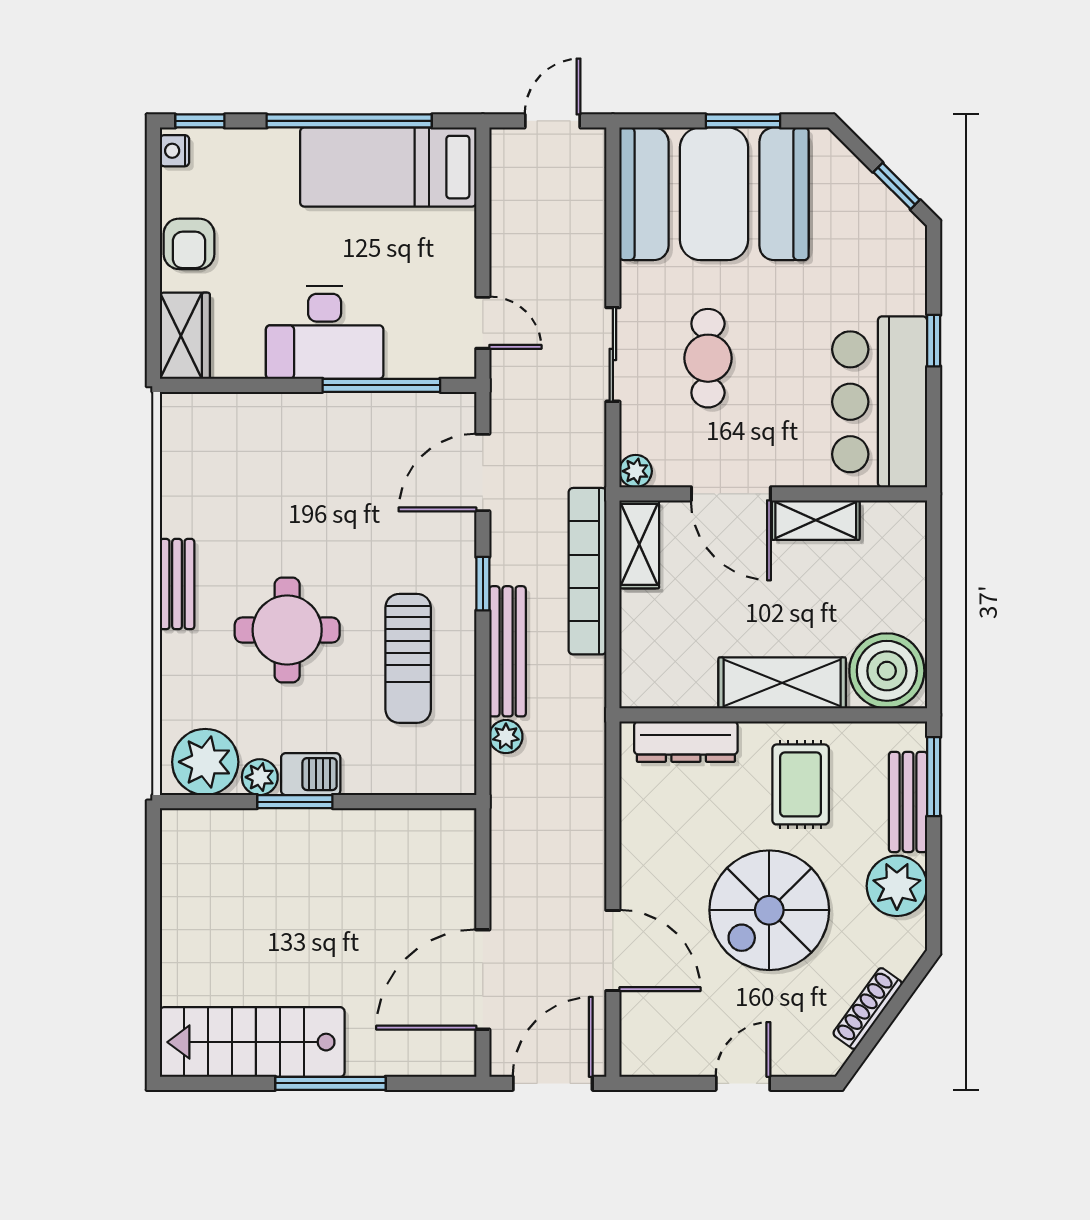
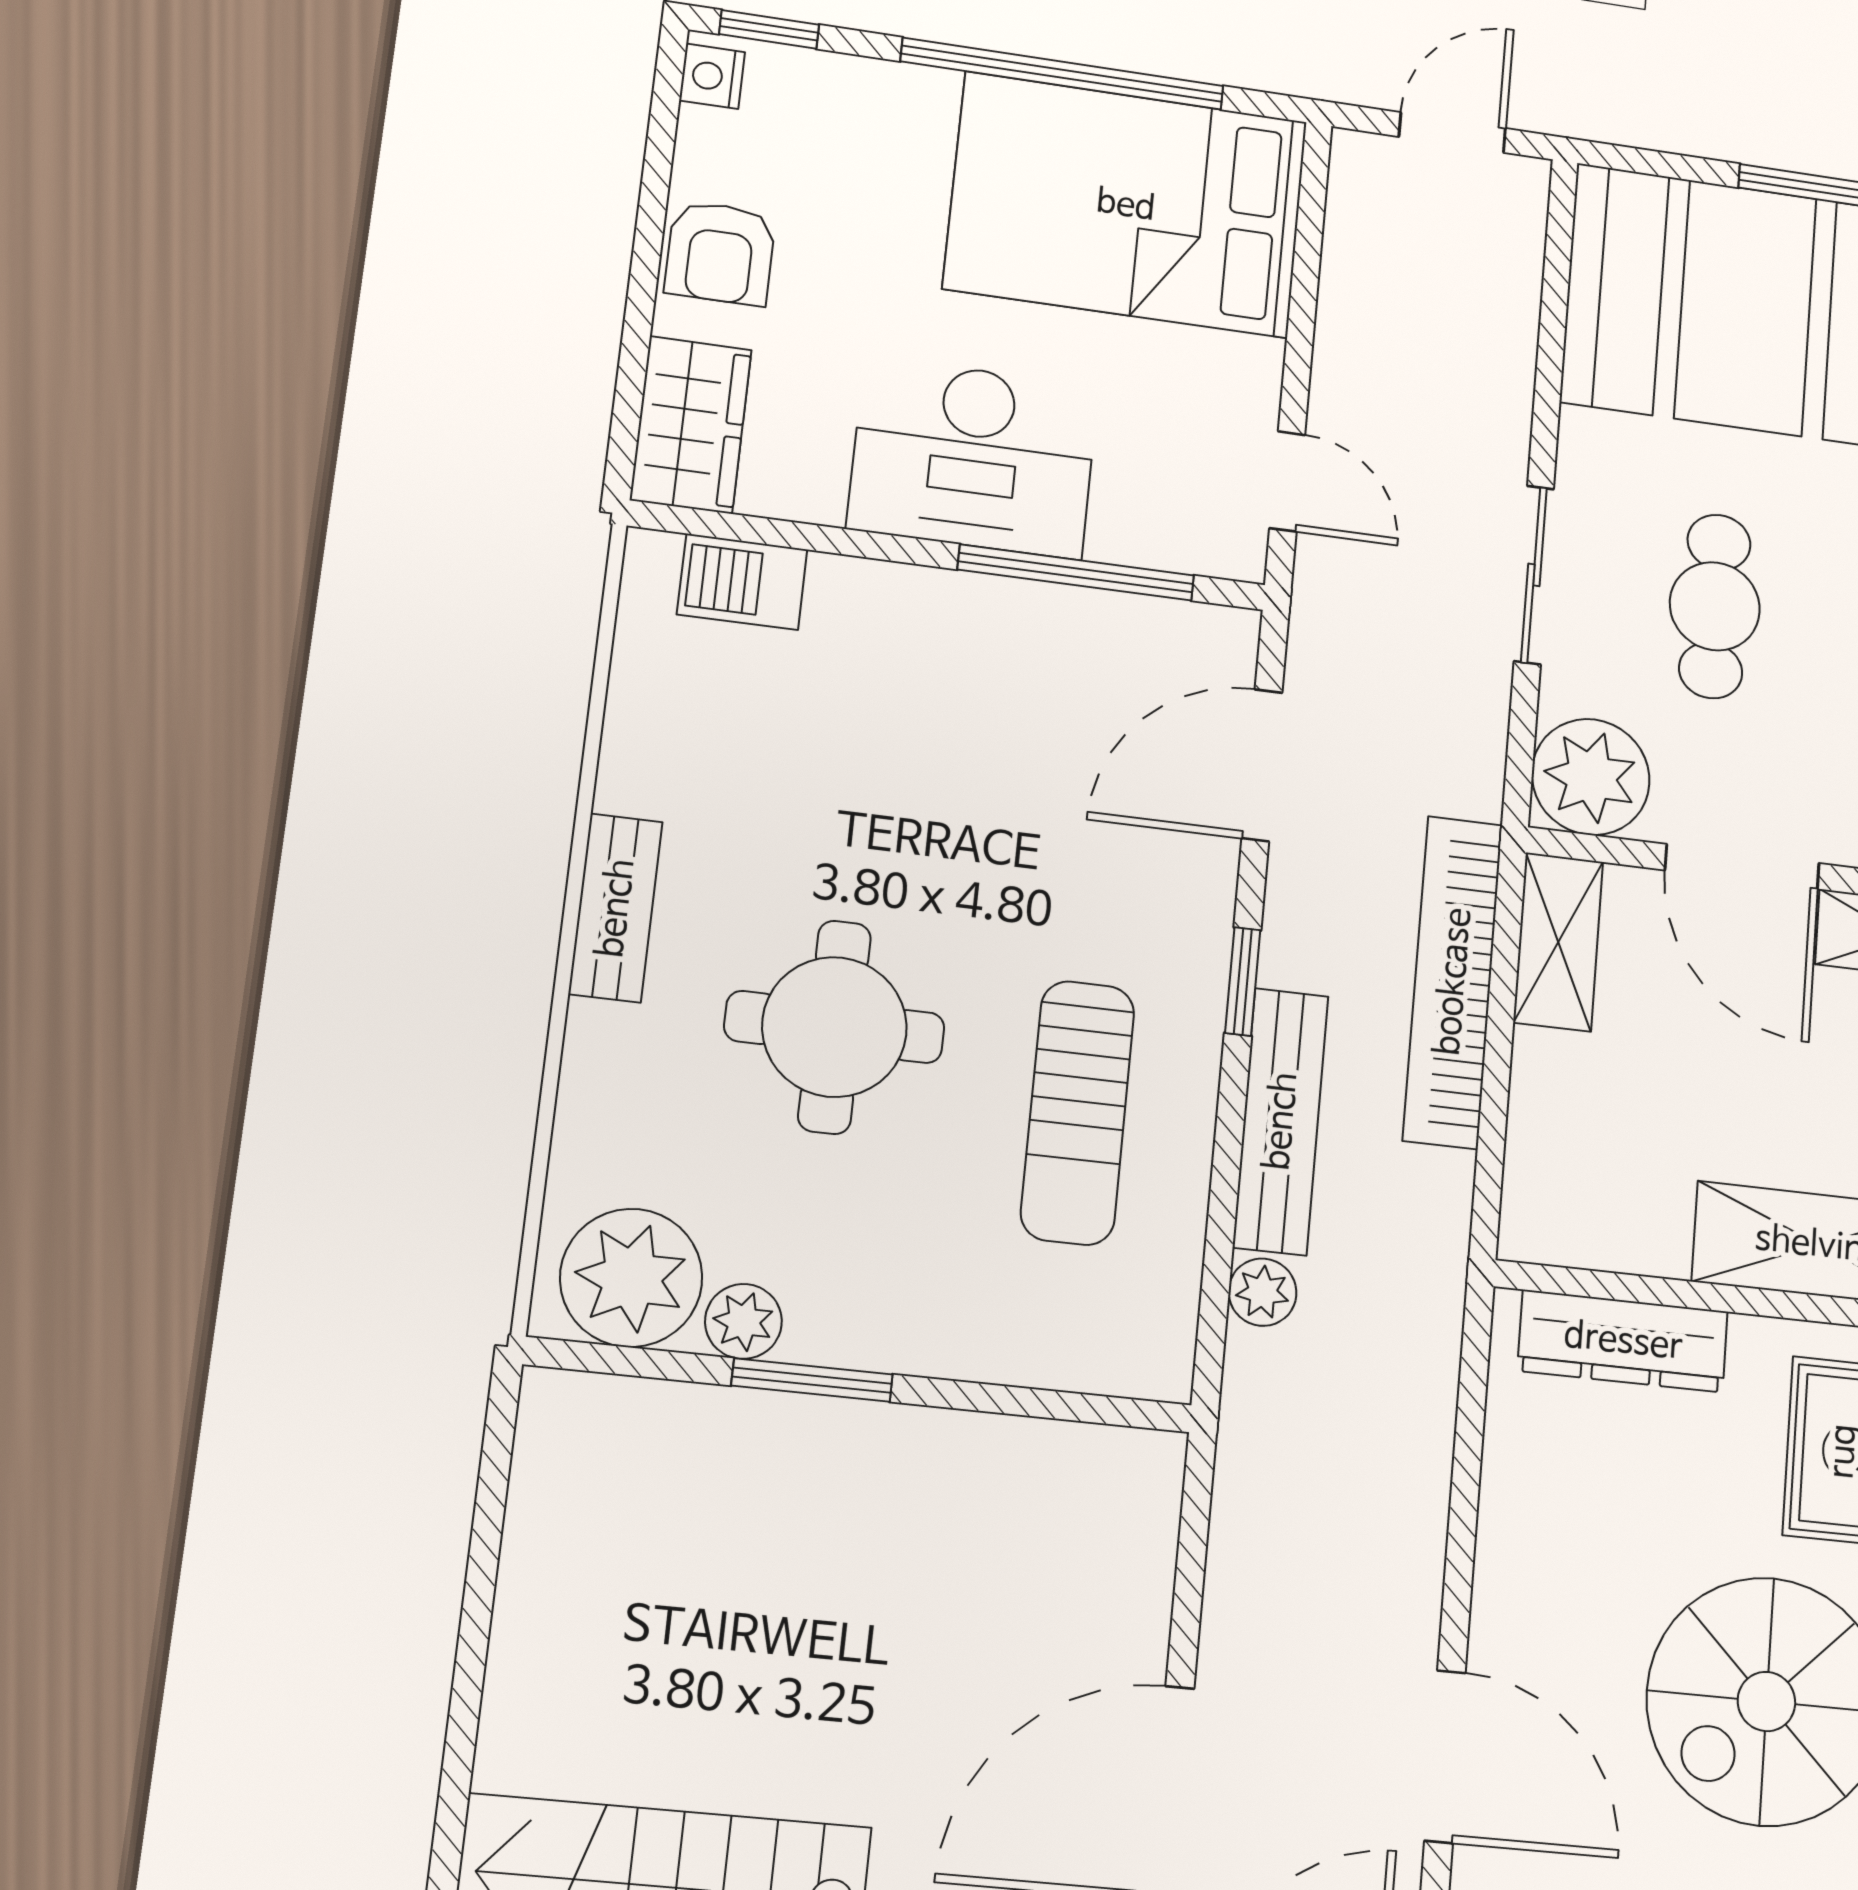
bed: (388, 167) -> (1126, 205), width x1.50
plant: (636, 471) -> (1591, 777), width x1.87, depth x1.87
barbecue: (311, 774) -> (742, 582), moved, turned 180

